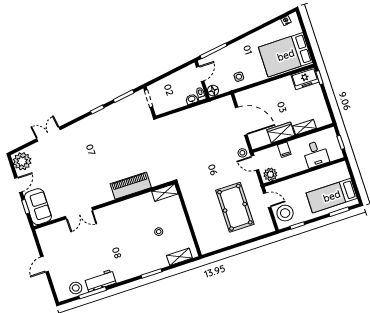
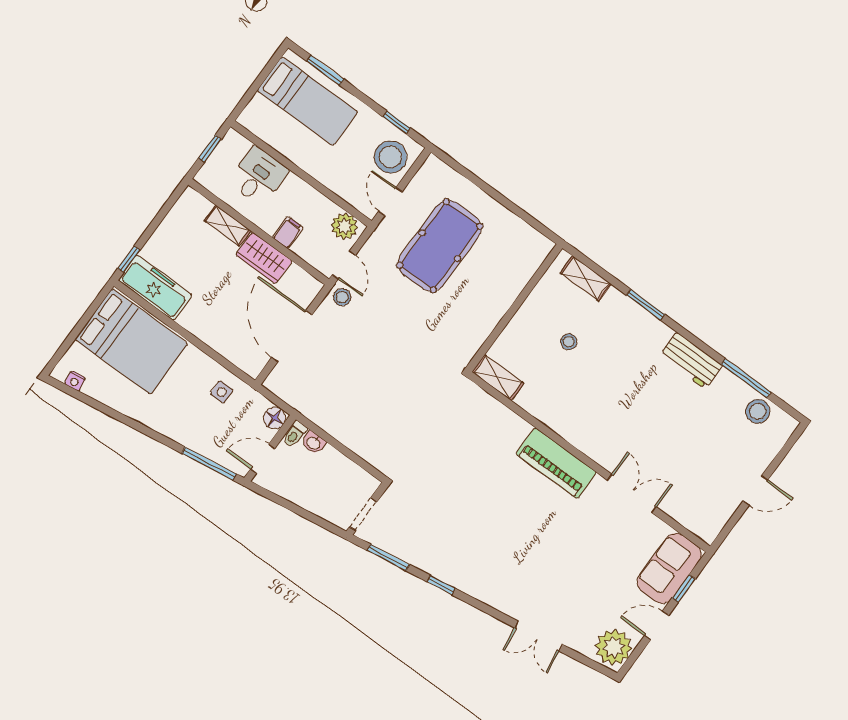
freezer: (305, 78) -> (155, 288), width x1.40
piano: (131, 186) -> (556, 463), moved
workbench: (100, 281) -> (691, 361), moved

